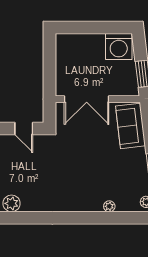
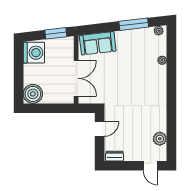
boiler: (67, 45) -> (33, 94), added

